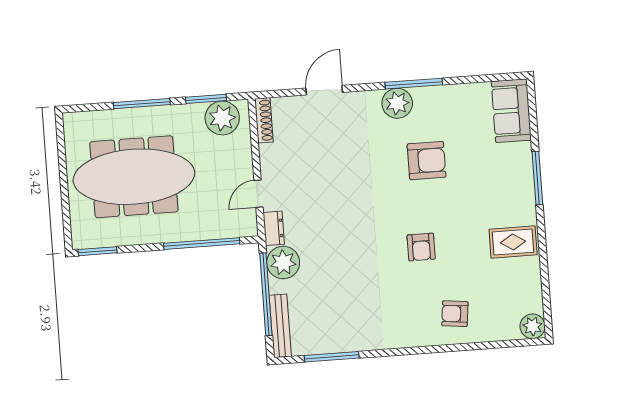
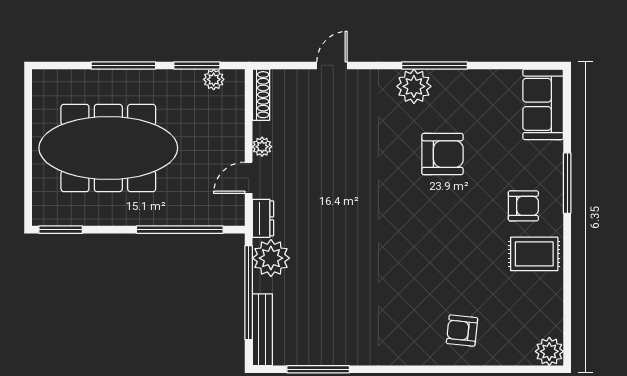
door: (324, 90) -> (332, 65), width x0.73
plant: (222, 118) -> (214, 79), width x0.53, depth x0.53
plant: (268, 166) -> (262, 147), added
armchair: (421, 247) -> (523, 206), moved, turned -90

